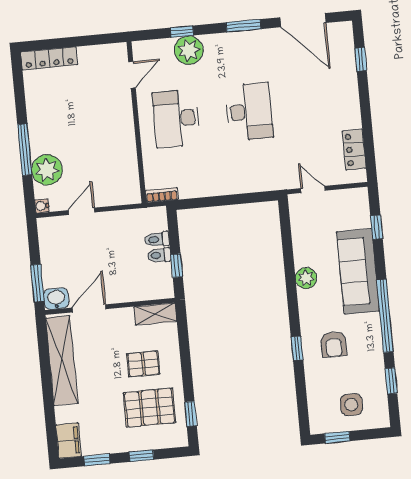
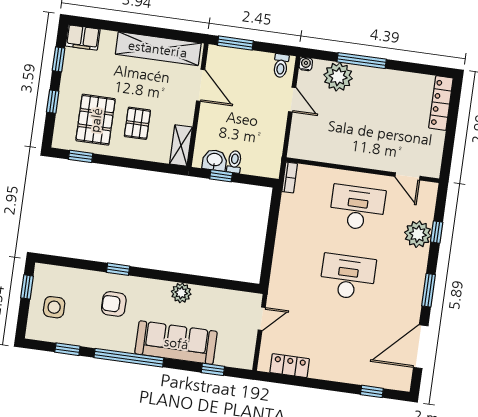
desk: (249, 112) -> (348, 277), turned 180
toilet: (157, 239) -> (281, 66), moved, turned 180
washbasin: (56, 299) -> (215, 160), moved, turned -90

